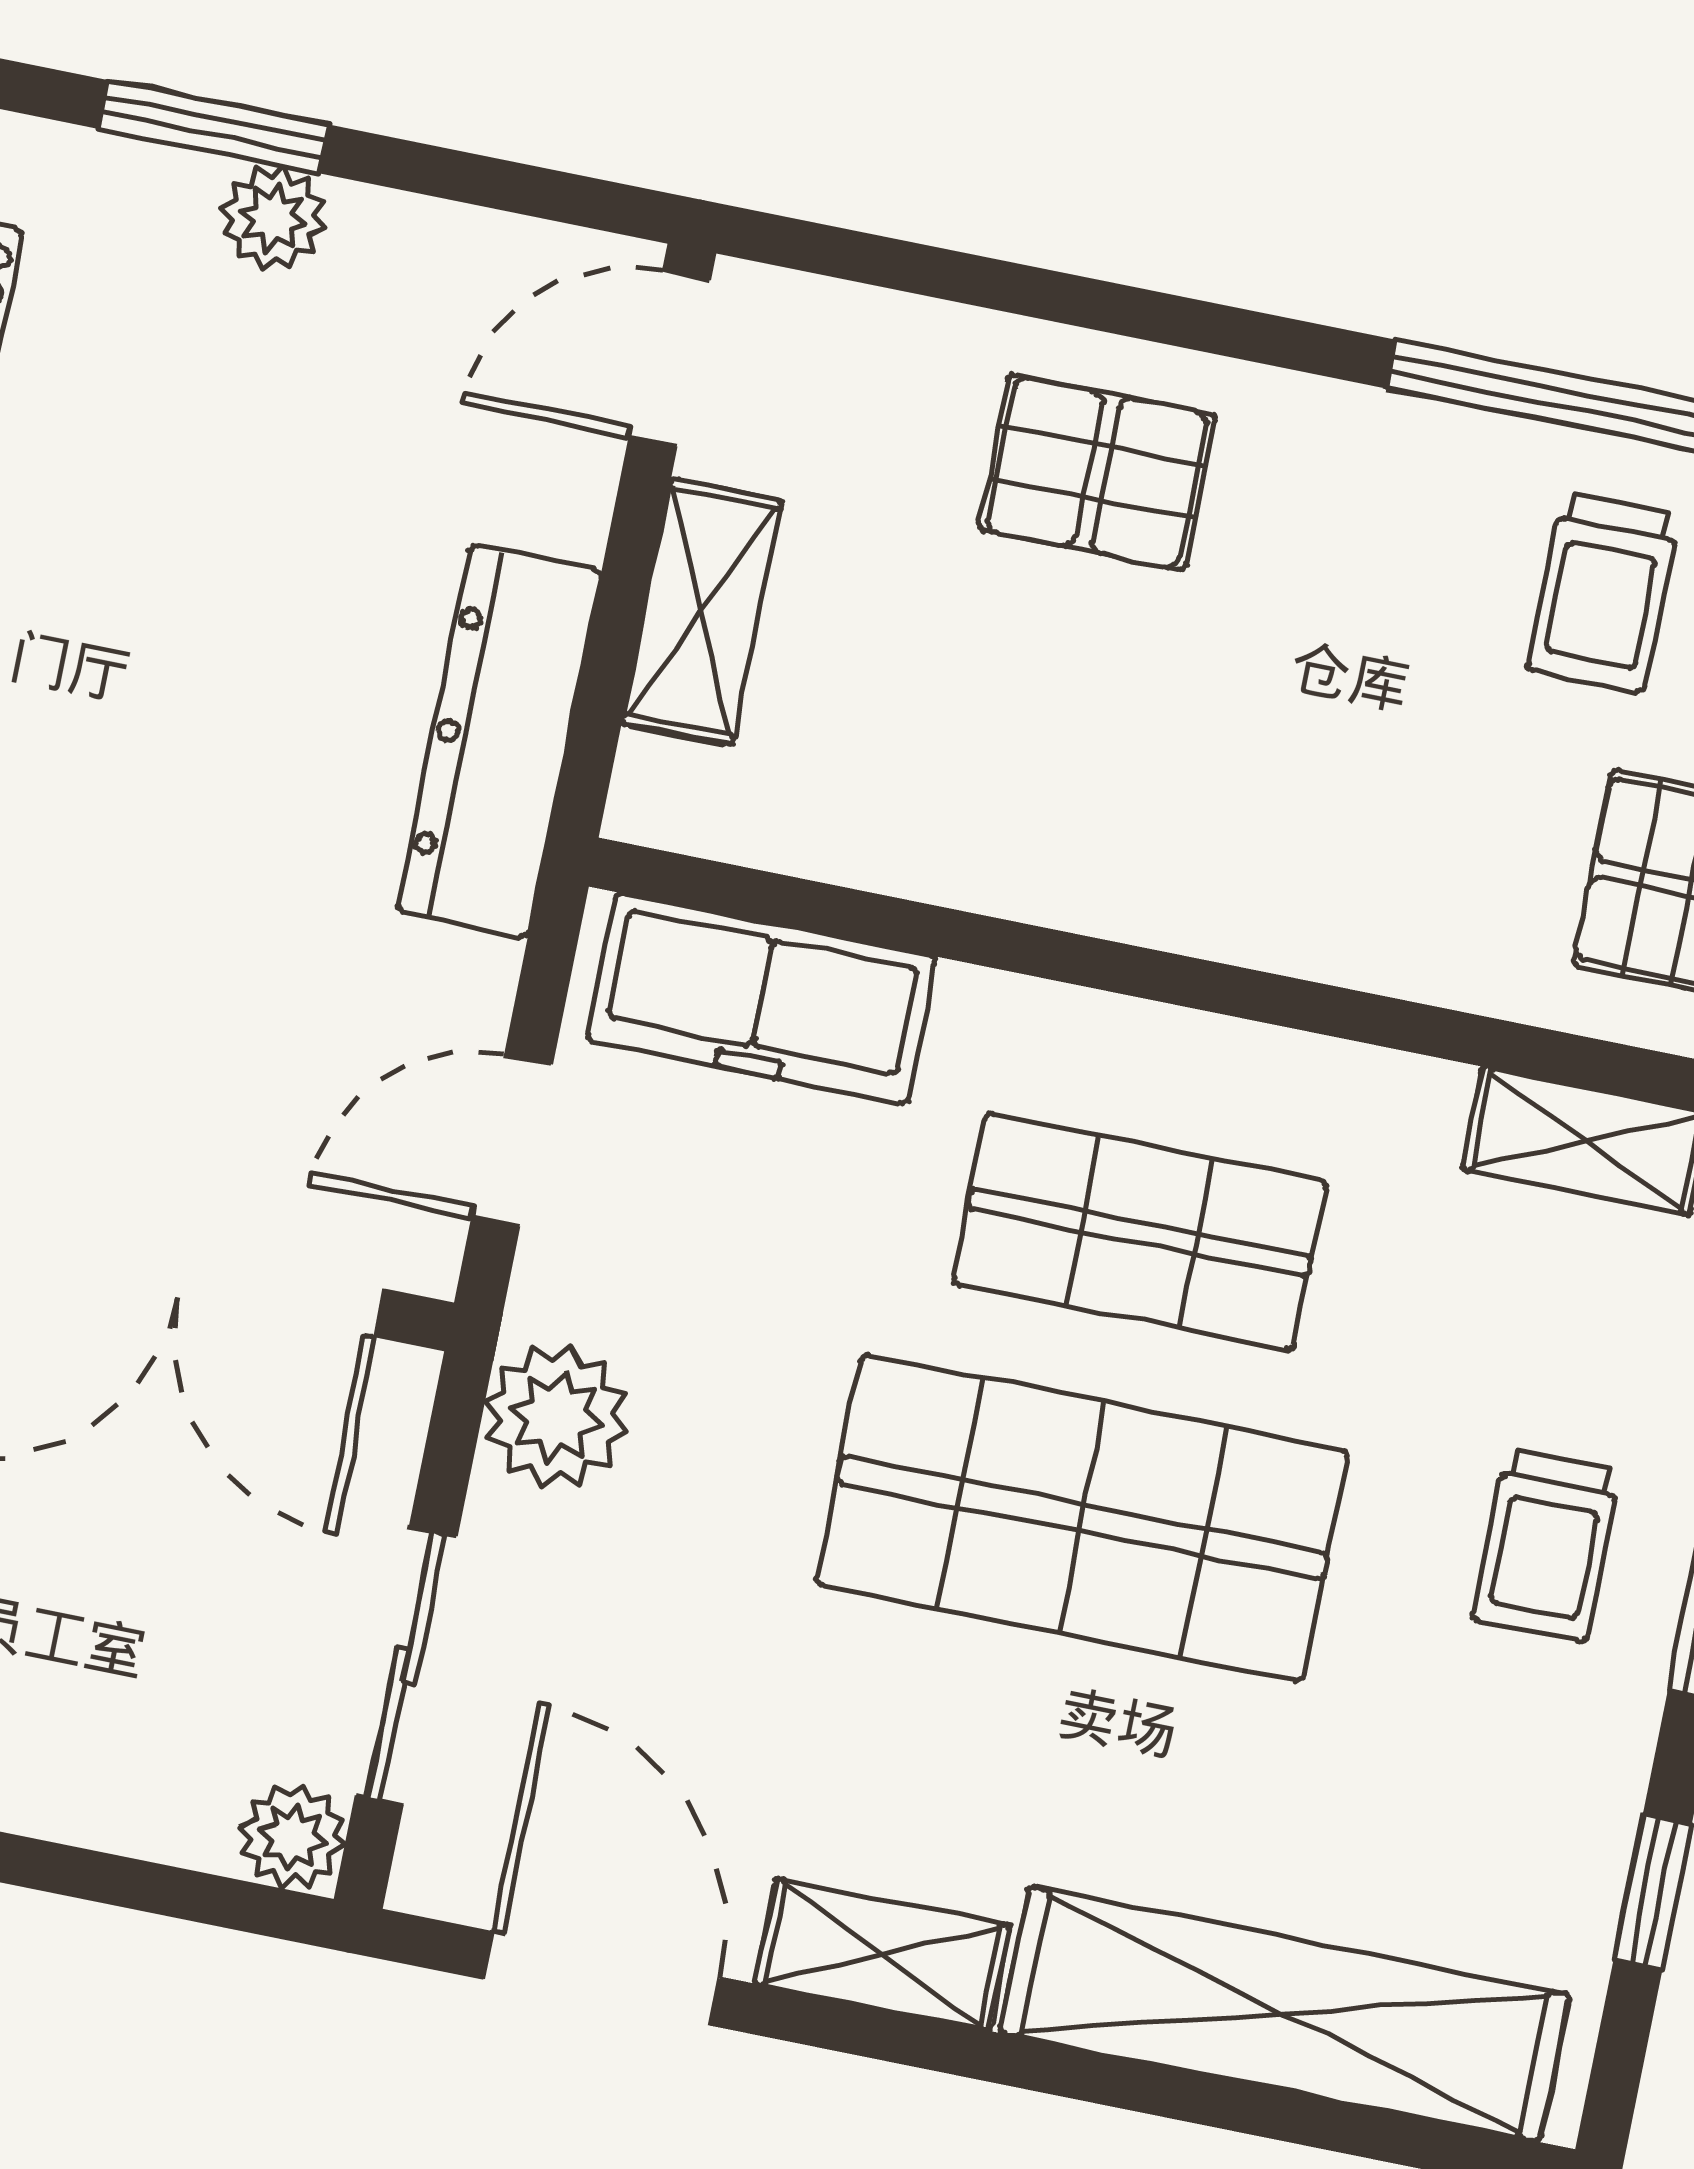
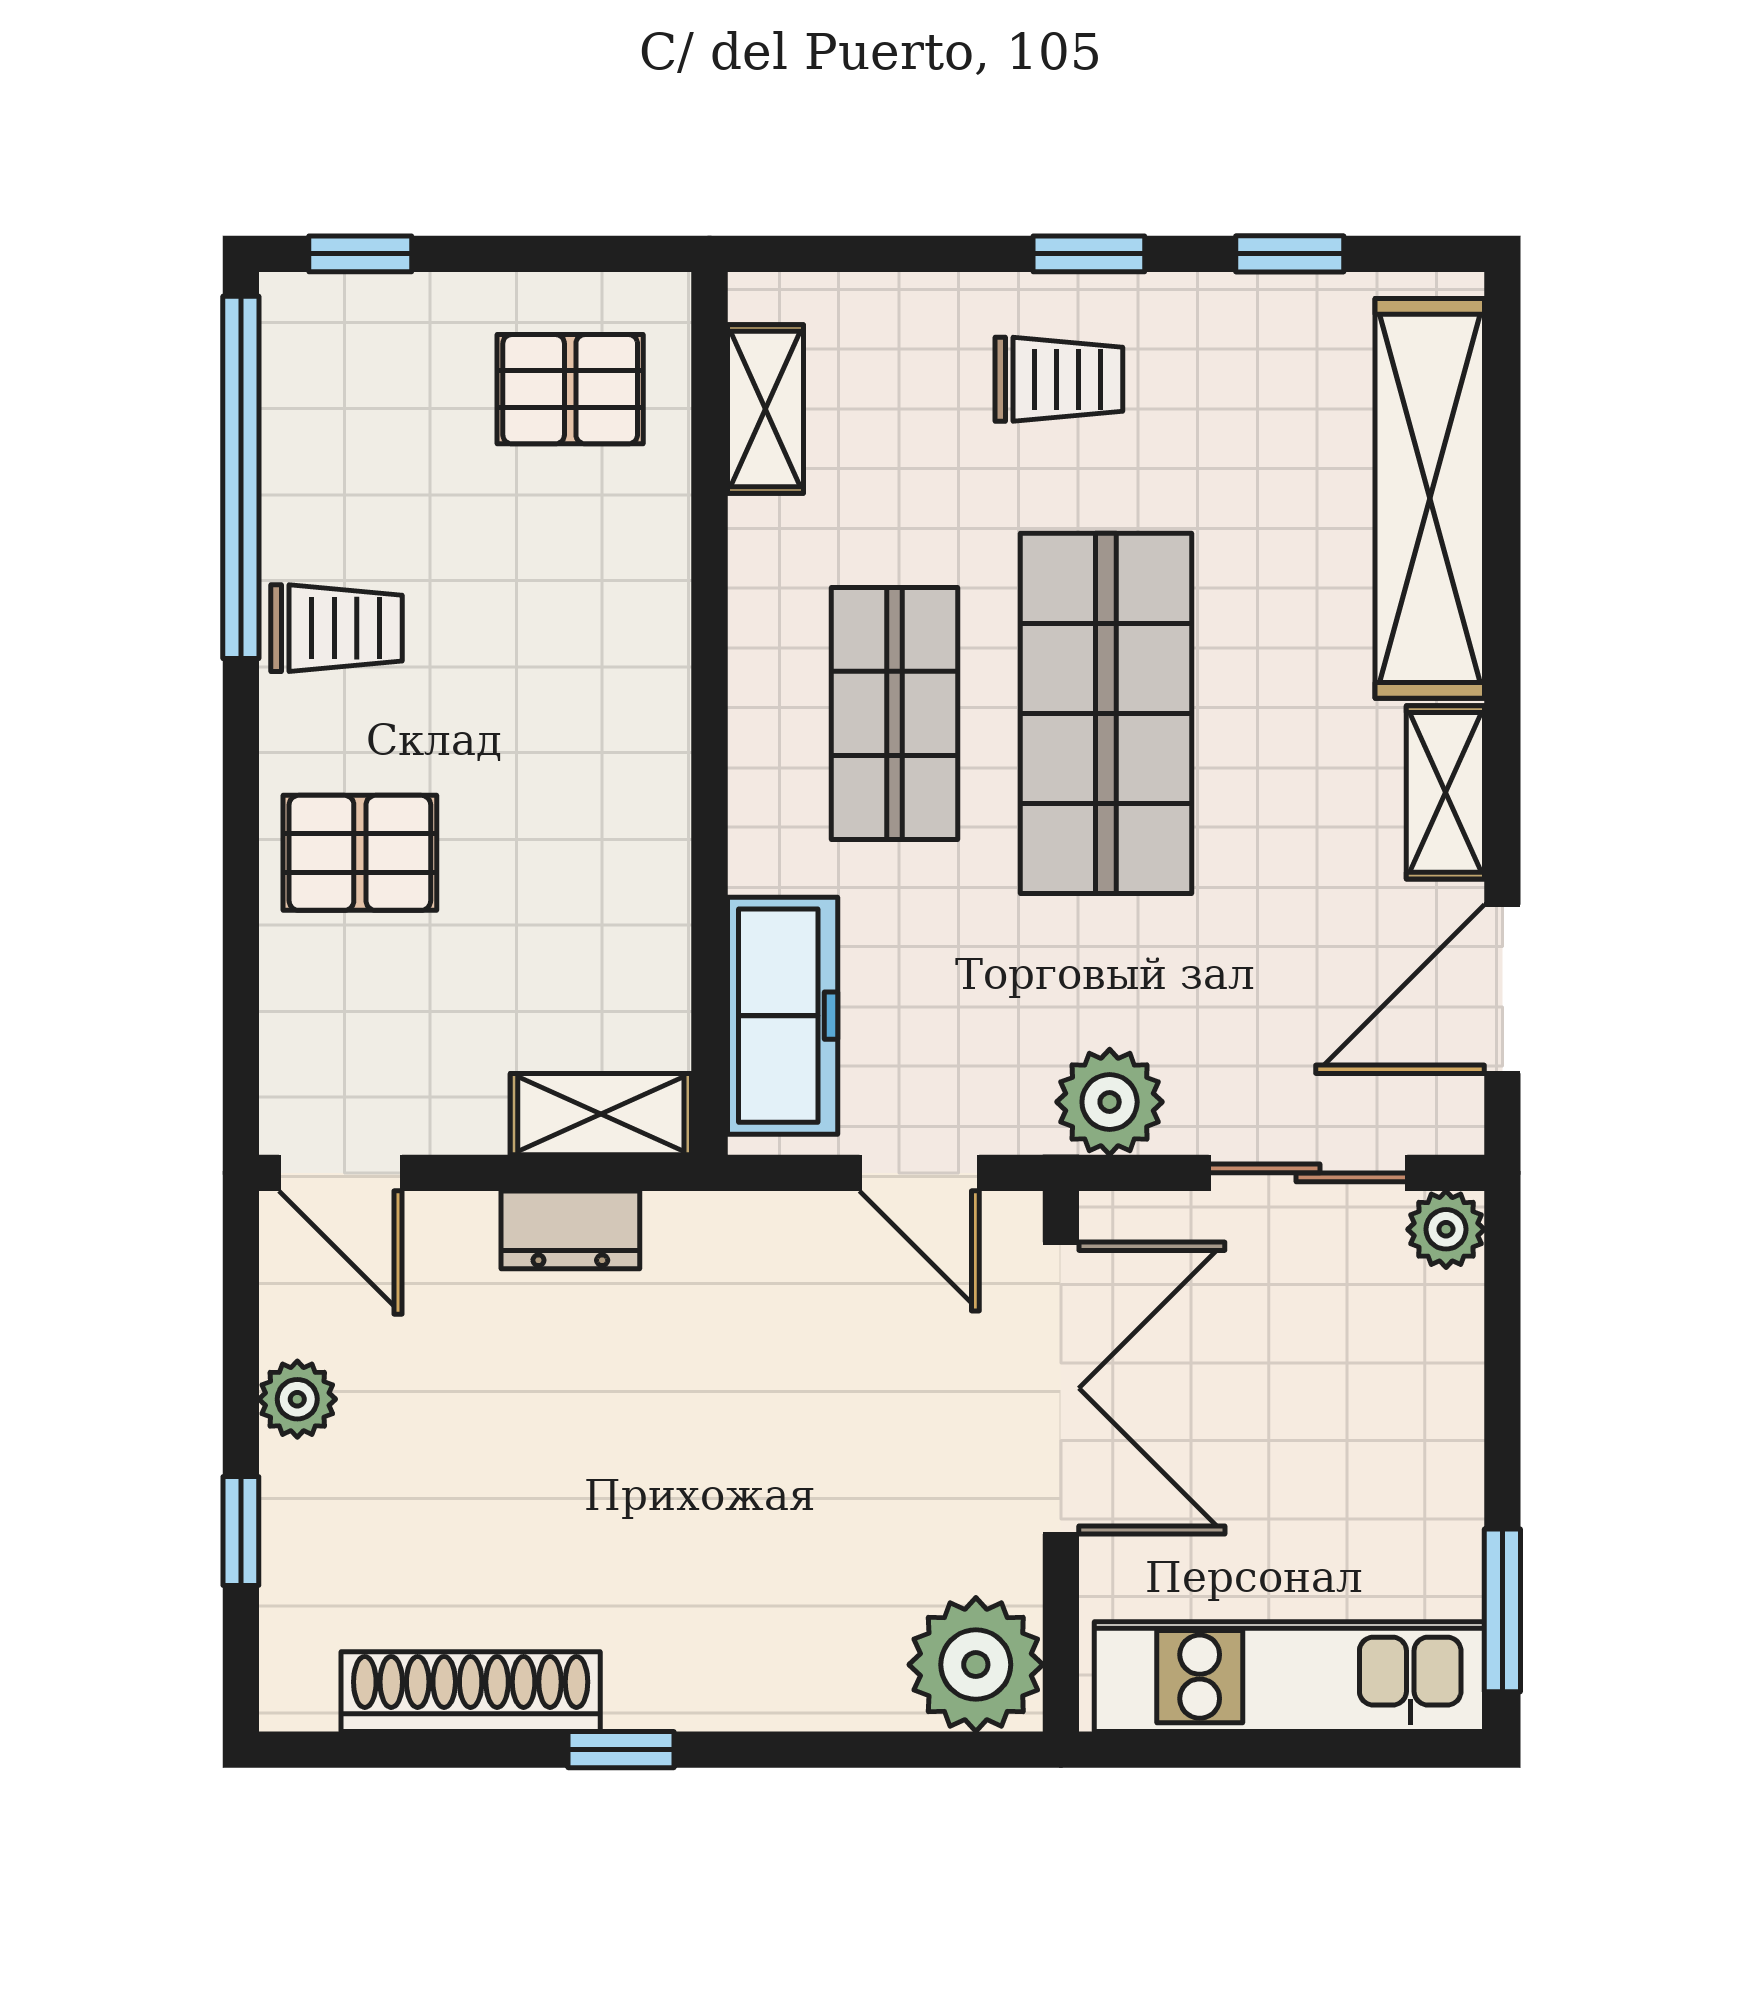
window: (213, 127) -> (241, 1531), width x0.67
plant: (273, 218) -> (297, 1399), moved
pallet: (1097, 472) -> (360, 853), turned 90
trolley: (1603, 592) -> (336, 628), moved
shelving: (701, 612) -> (601, 1114), moved
dresser: (499, 741) -> (570, 1230), width x0.51, depth x0.80

